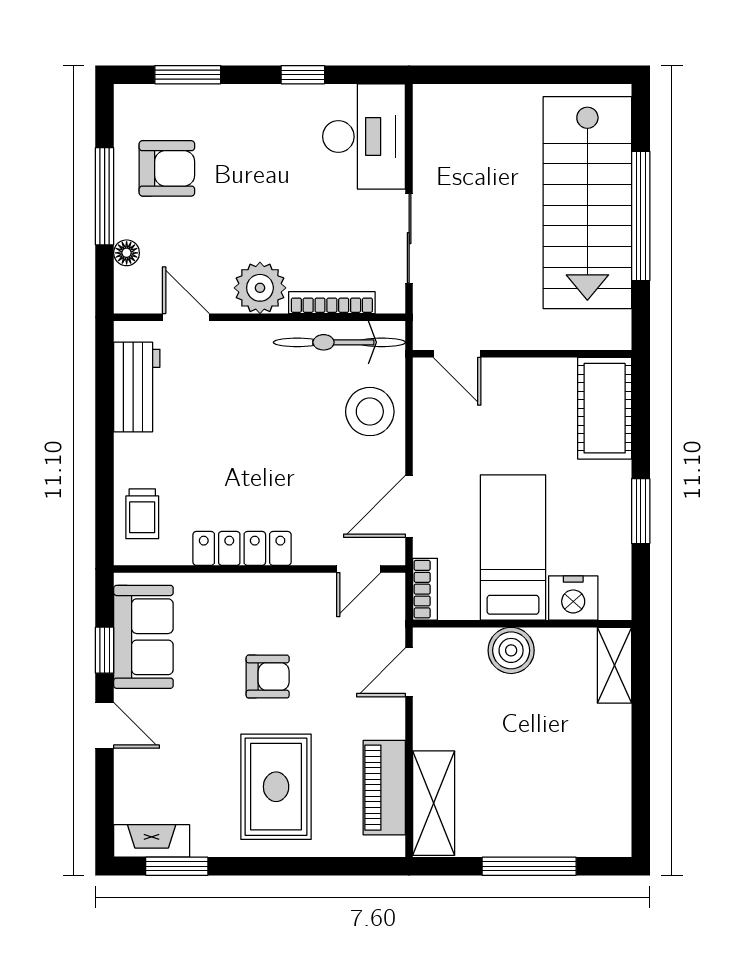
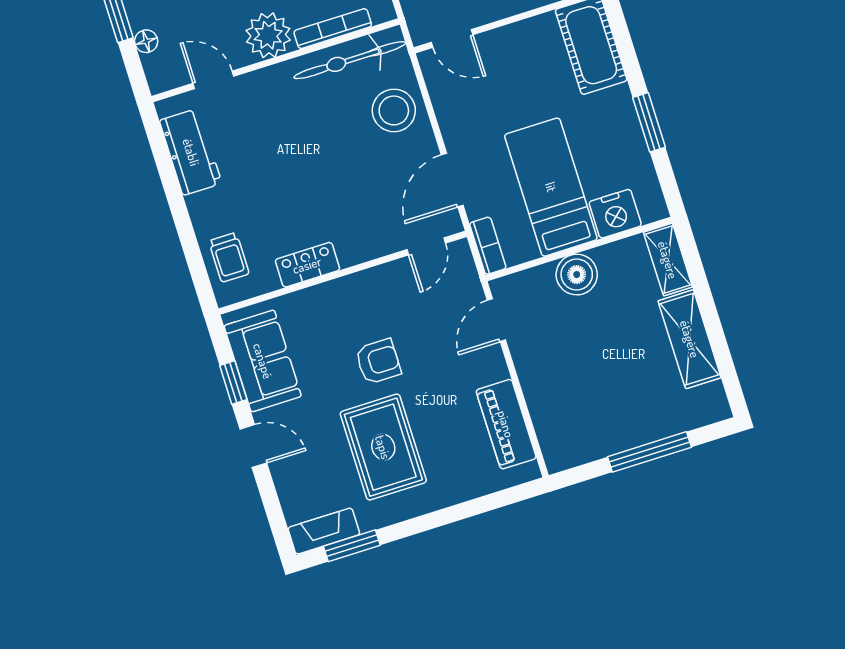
locker: (242, 548) -> (307, 265), width x0.66
rug: (276, 787) -> (383, 447), moved
shelving: (434, 803) -> (690, 339), moved

